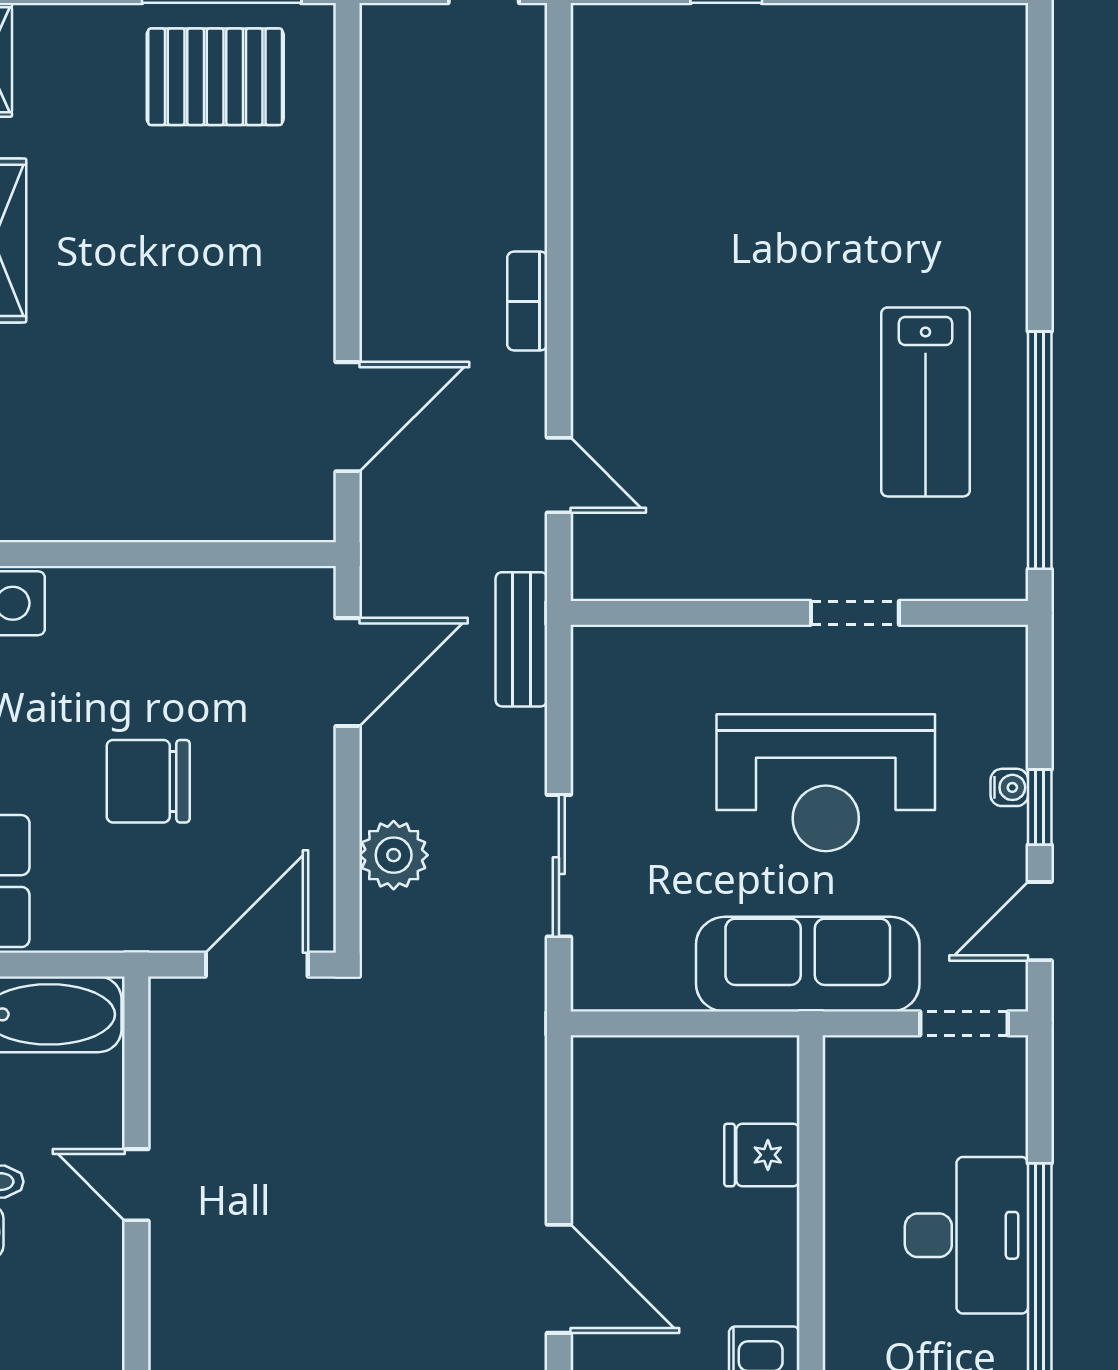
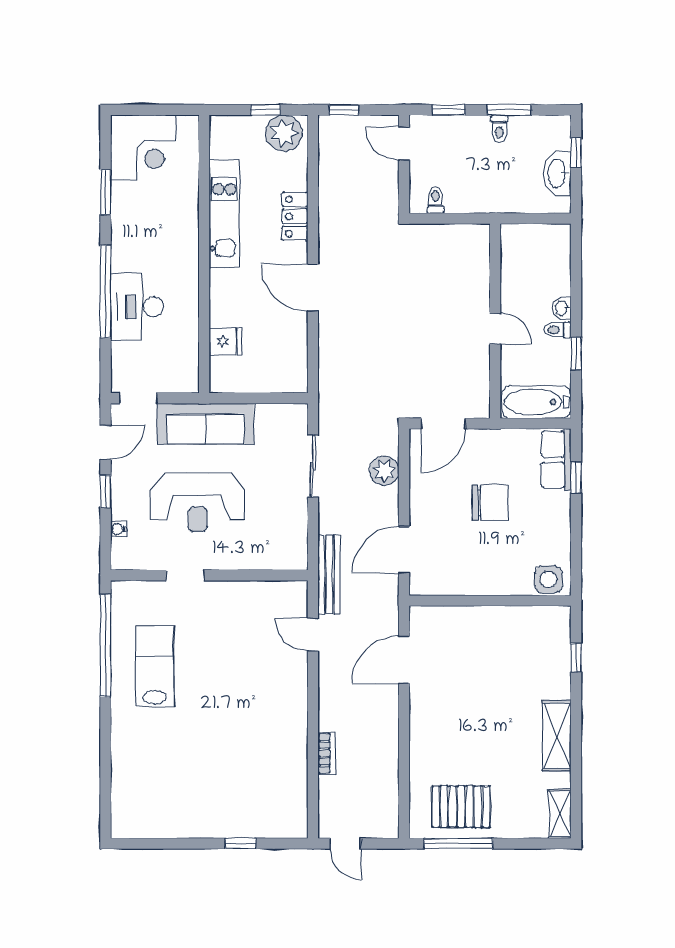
bookcase: (527, 301) -> (327, 753), moved
bench: (521, 639) -> (329, 574), width x1.36
reception desk: (826, 783) -> (198, 502), turned 180
water cooler: (1009, 787) -> (119, 529), moved

